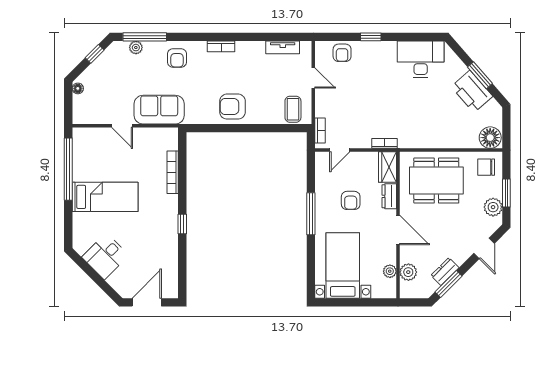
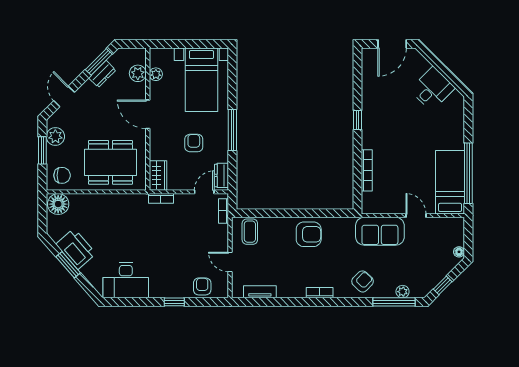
armchair: (177, 58) -> (363, 281), turned 44
dresser: (389, 196) -> (222, 175), moved, turned 180
bed: (105, 197) -> (450, 182), moved, turned 90

